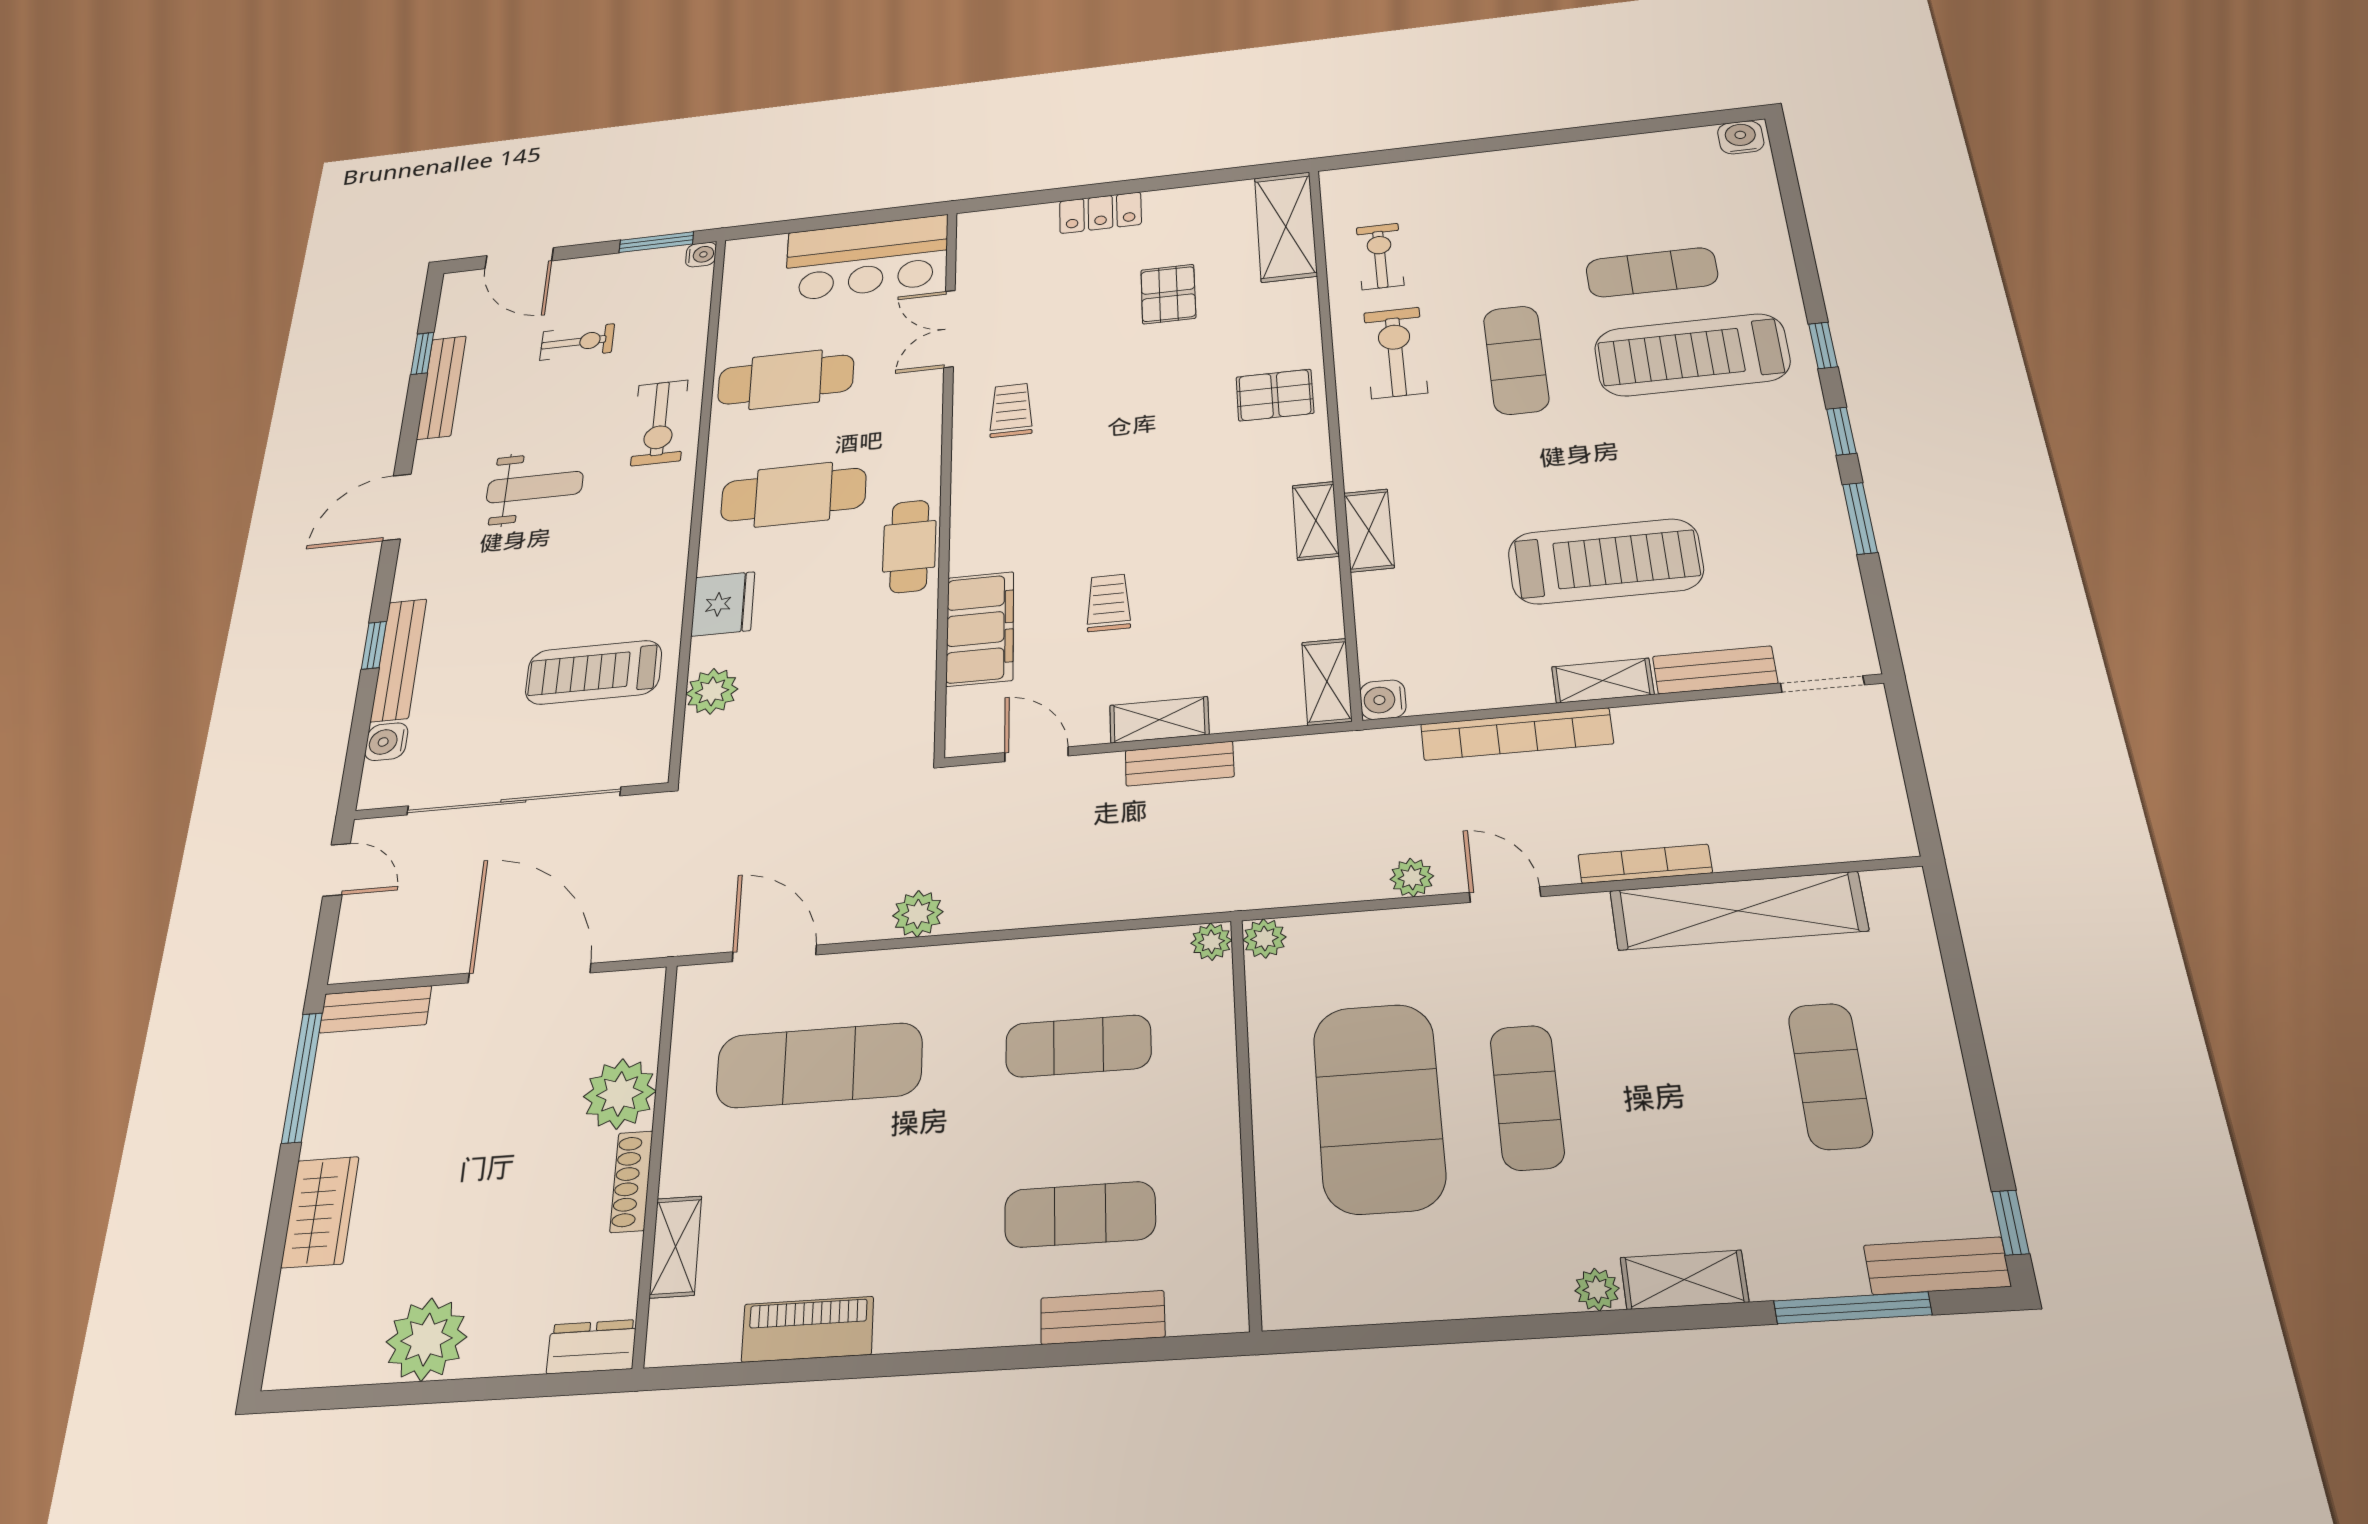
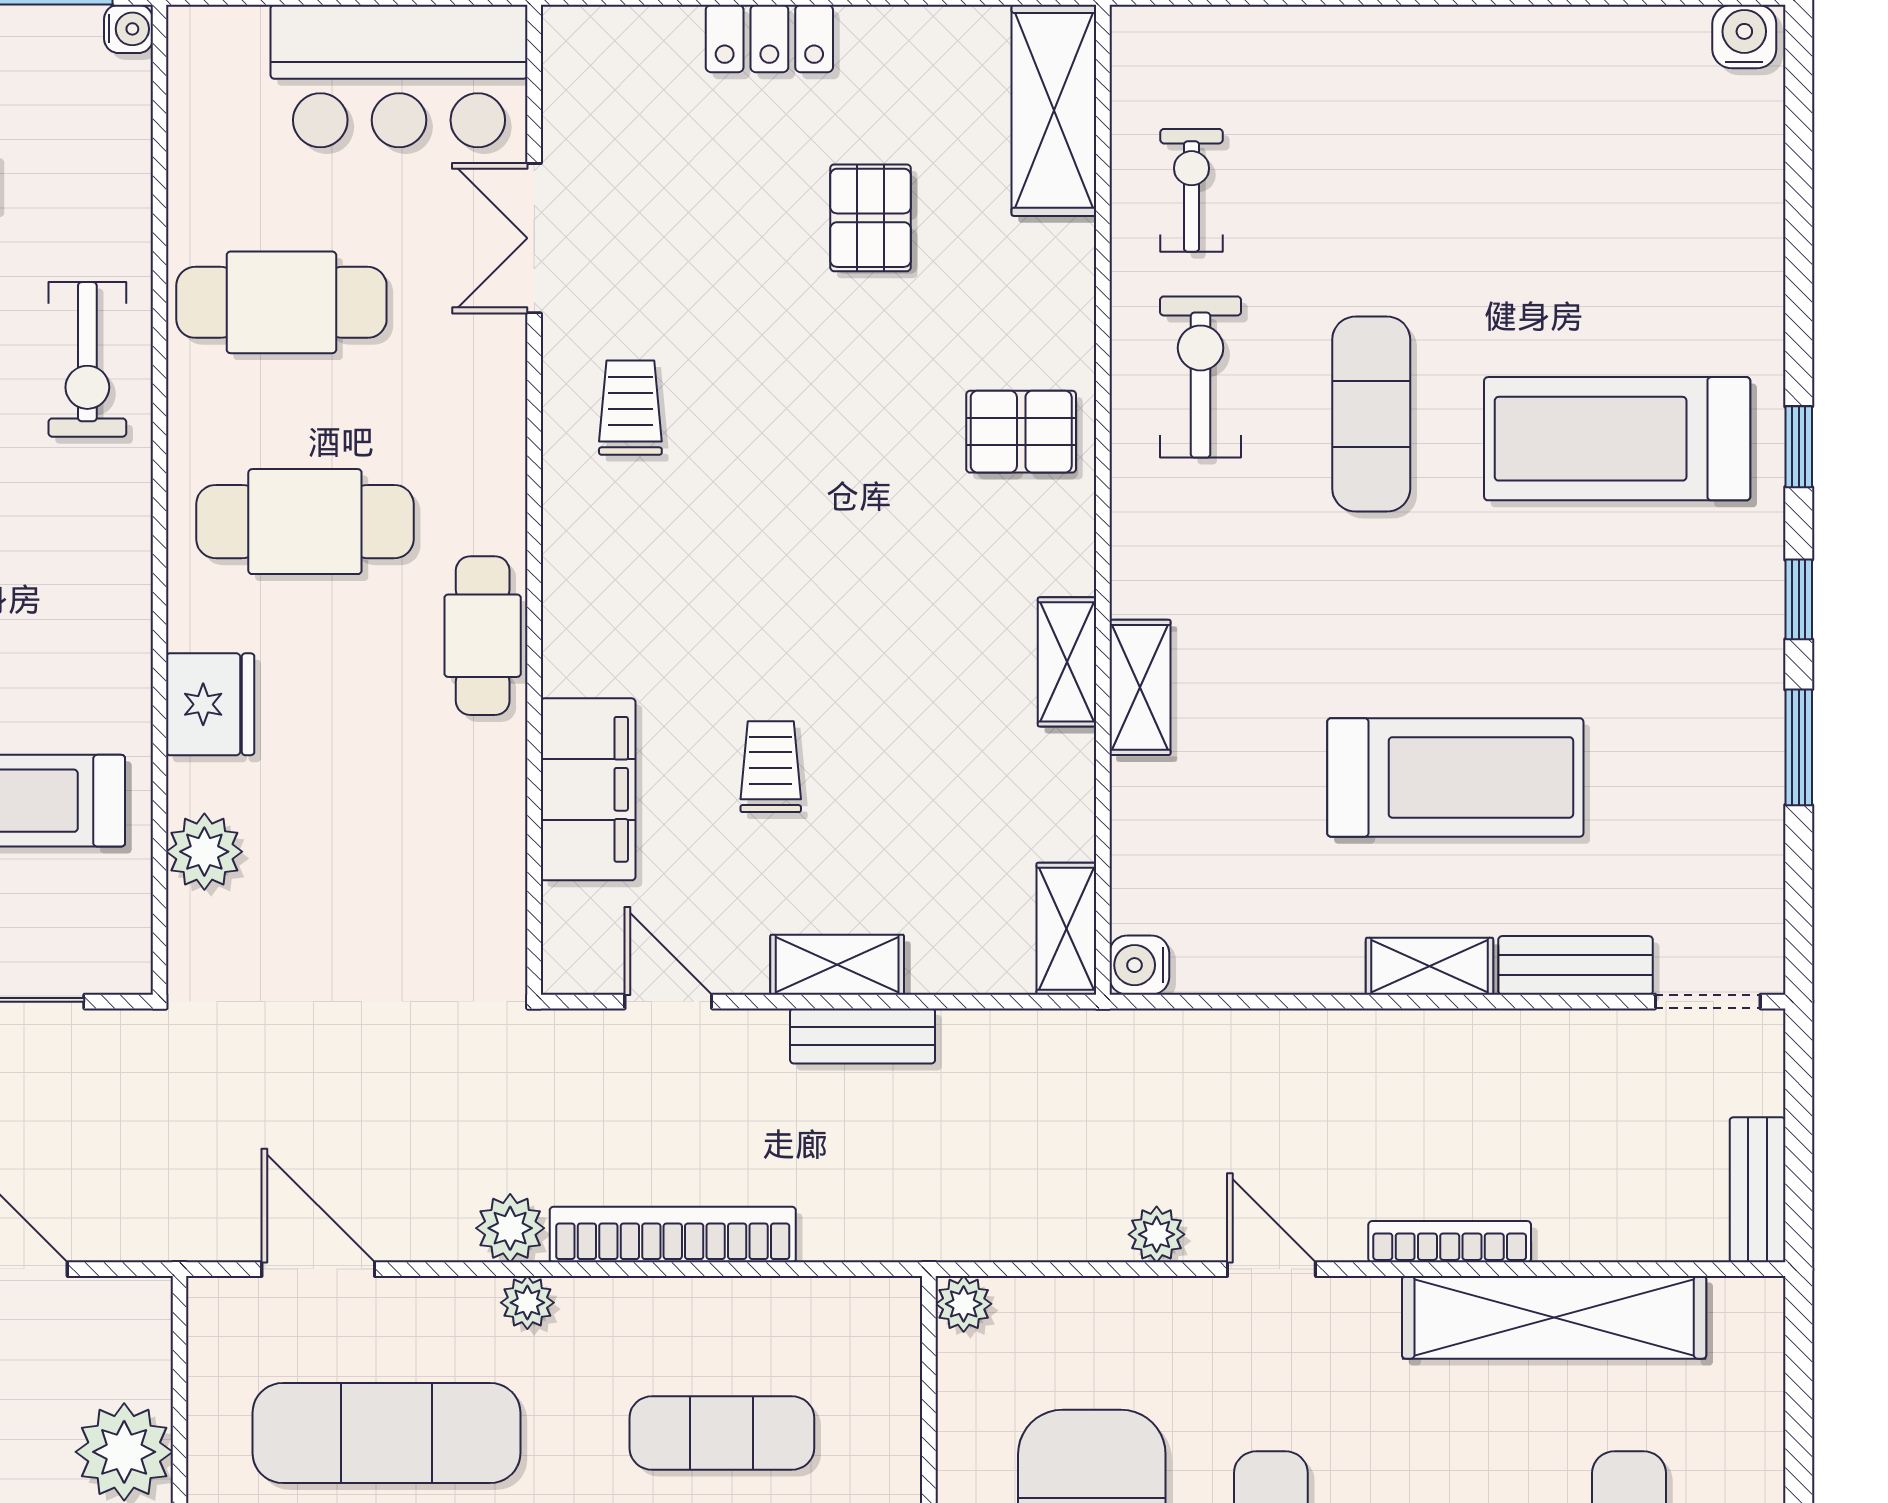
exercise mat: (1652, 272) -> (1581, 279), removed
bookcase: (1517, 734) -> (673, 1235), moved, turned 180
bench: (1888, 807) -> (1758, 1190), added
plant: (1211, 942) -> (527, 1303), moved

